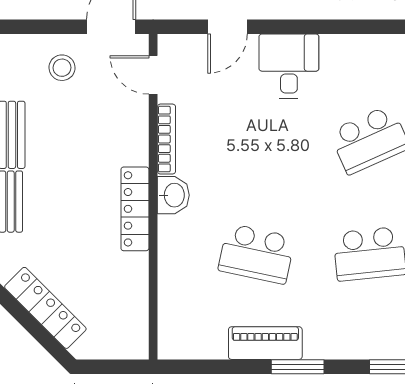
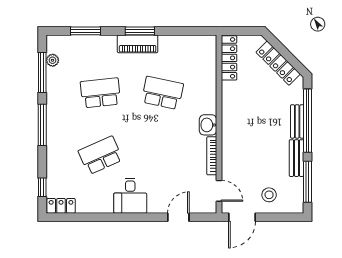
desk: (289, 66) -> (130, 196), moved
locker: (135, 209) -> (229, 58), moved
piano: (265, 343) -> (138, 44), moved

